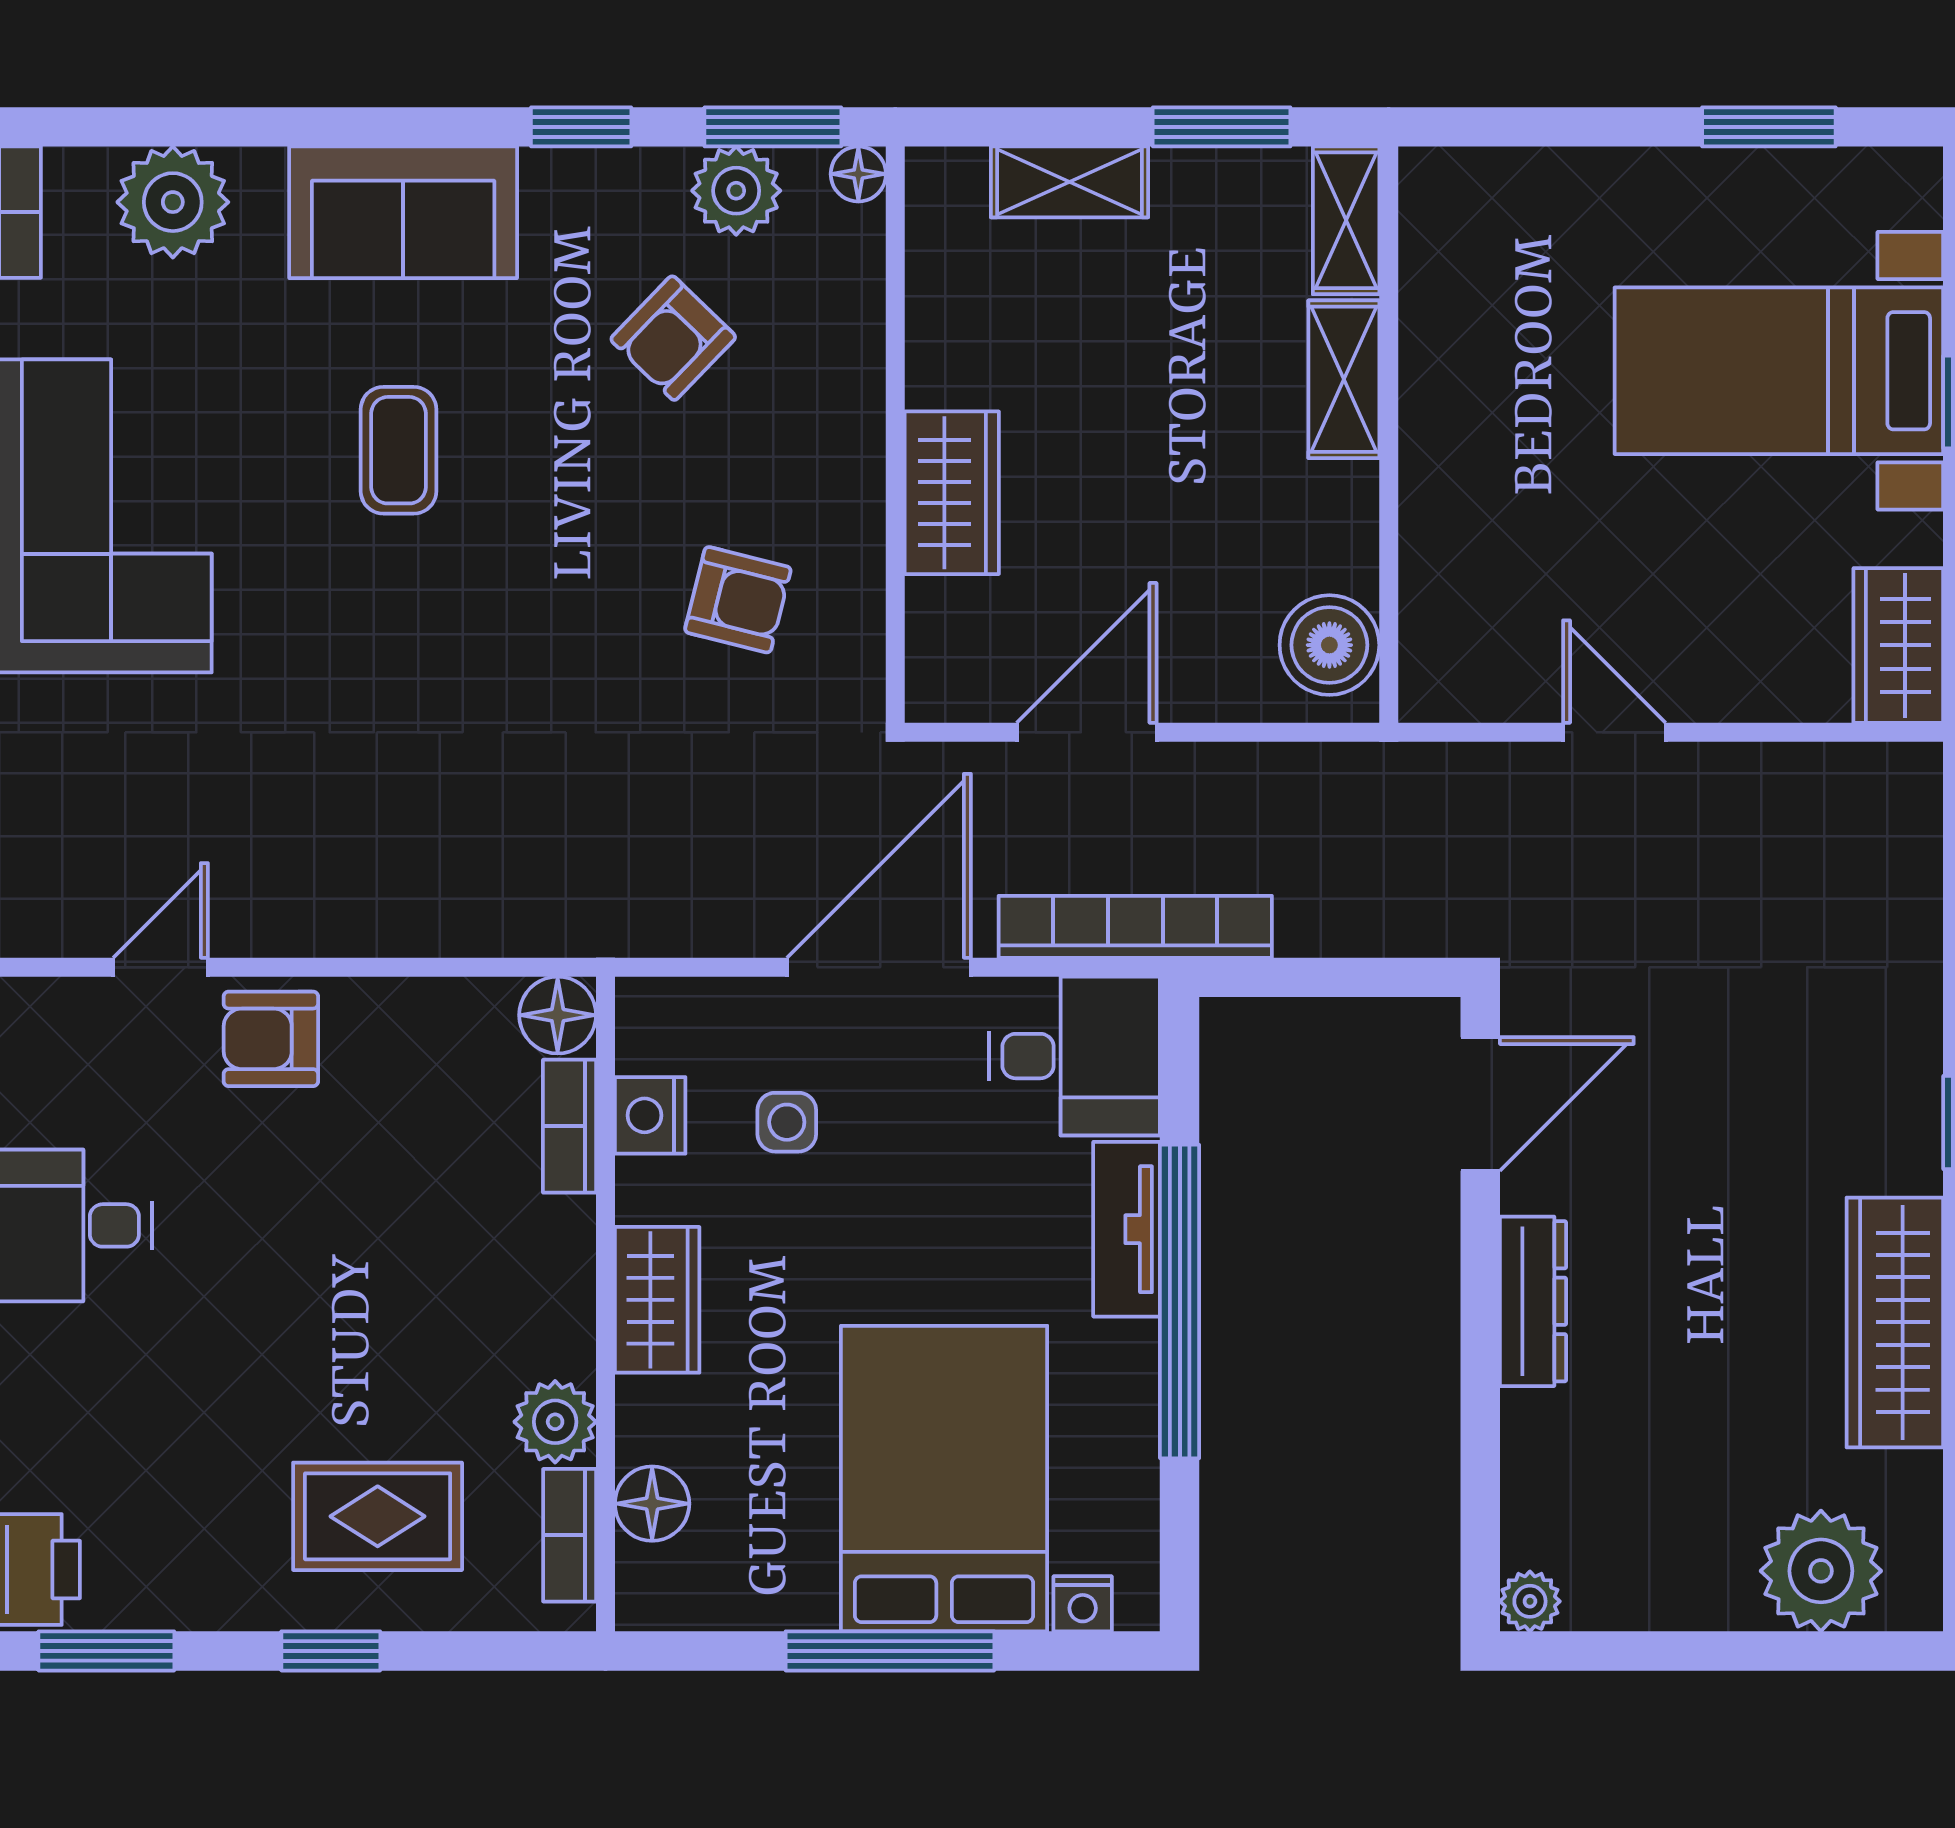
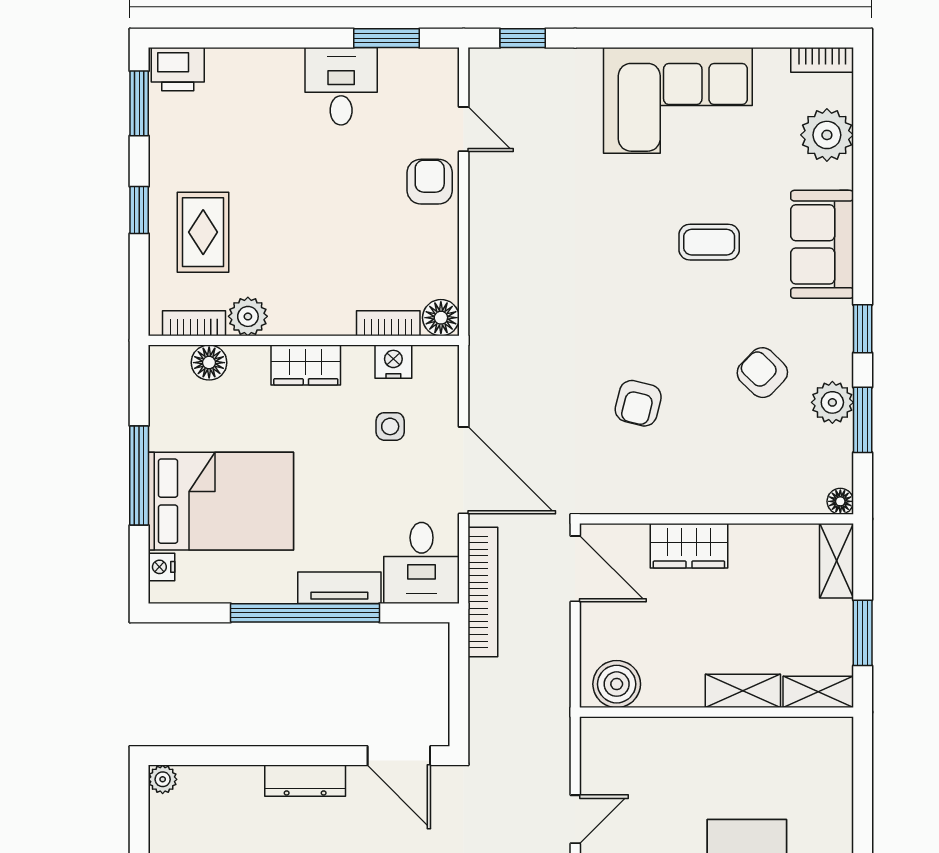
floor lamp: (858, 174) -> (840, 501), moved
wall: (895, 435) -> (717, 519), moved
wardrobe: (952, 493) -> (689, 546), moved

